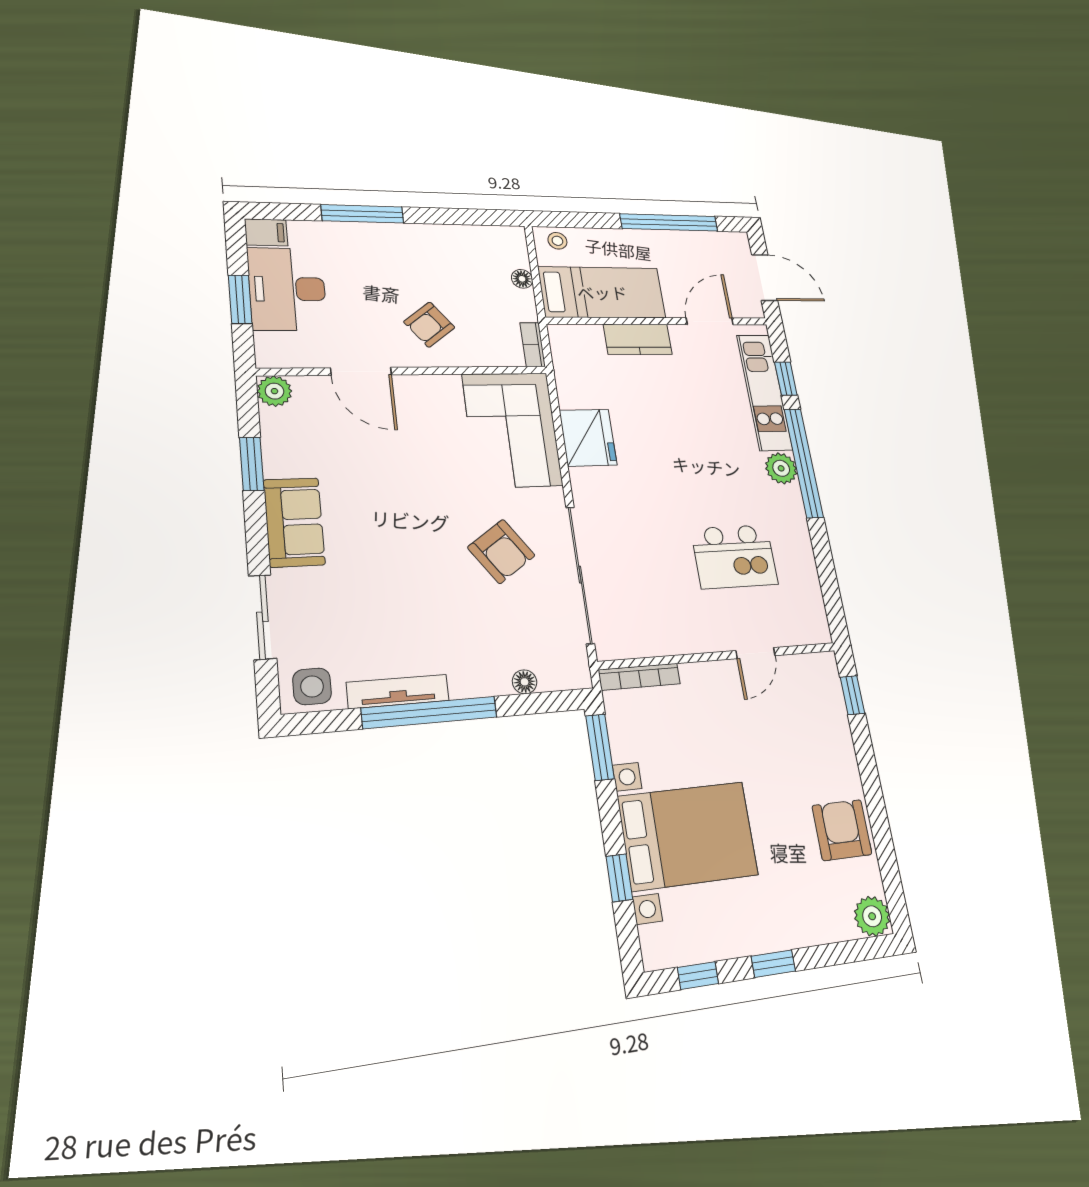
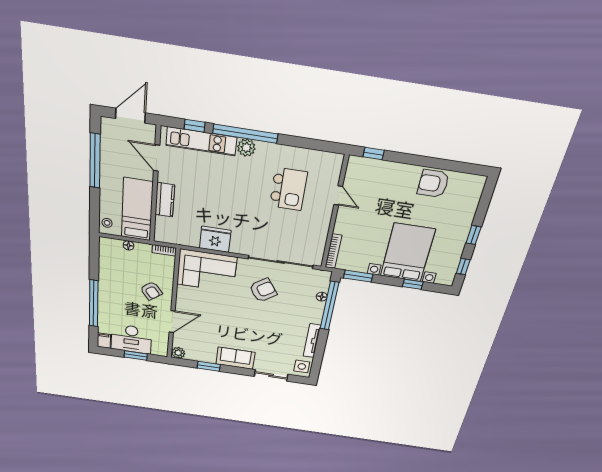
window: (362, 214) -> (94, 303), width x1.46
window: (430, 713) -> (329, 306), moved
plant: (872, 916) -> (476, 184), removed

